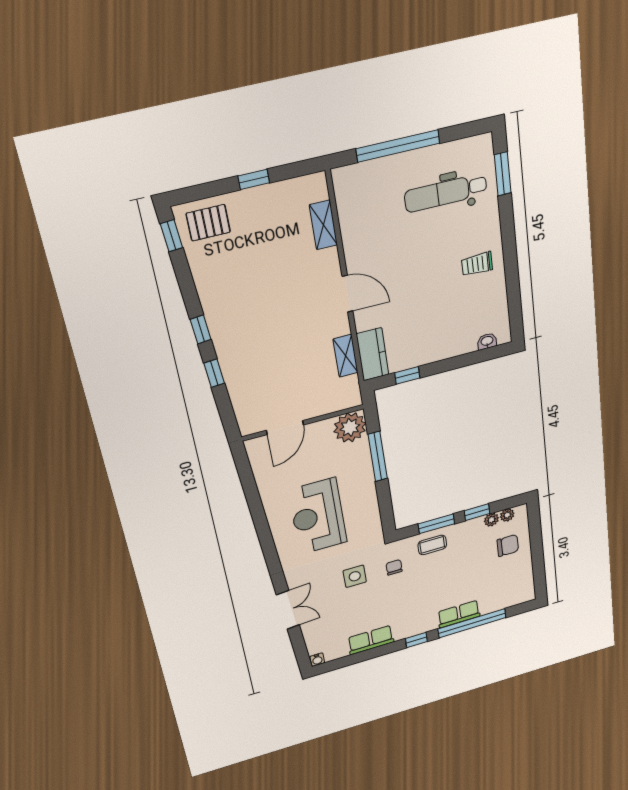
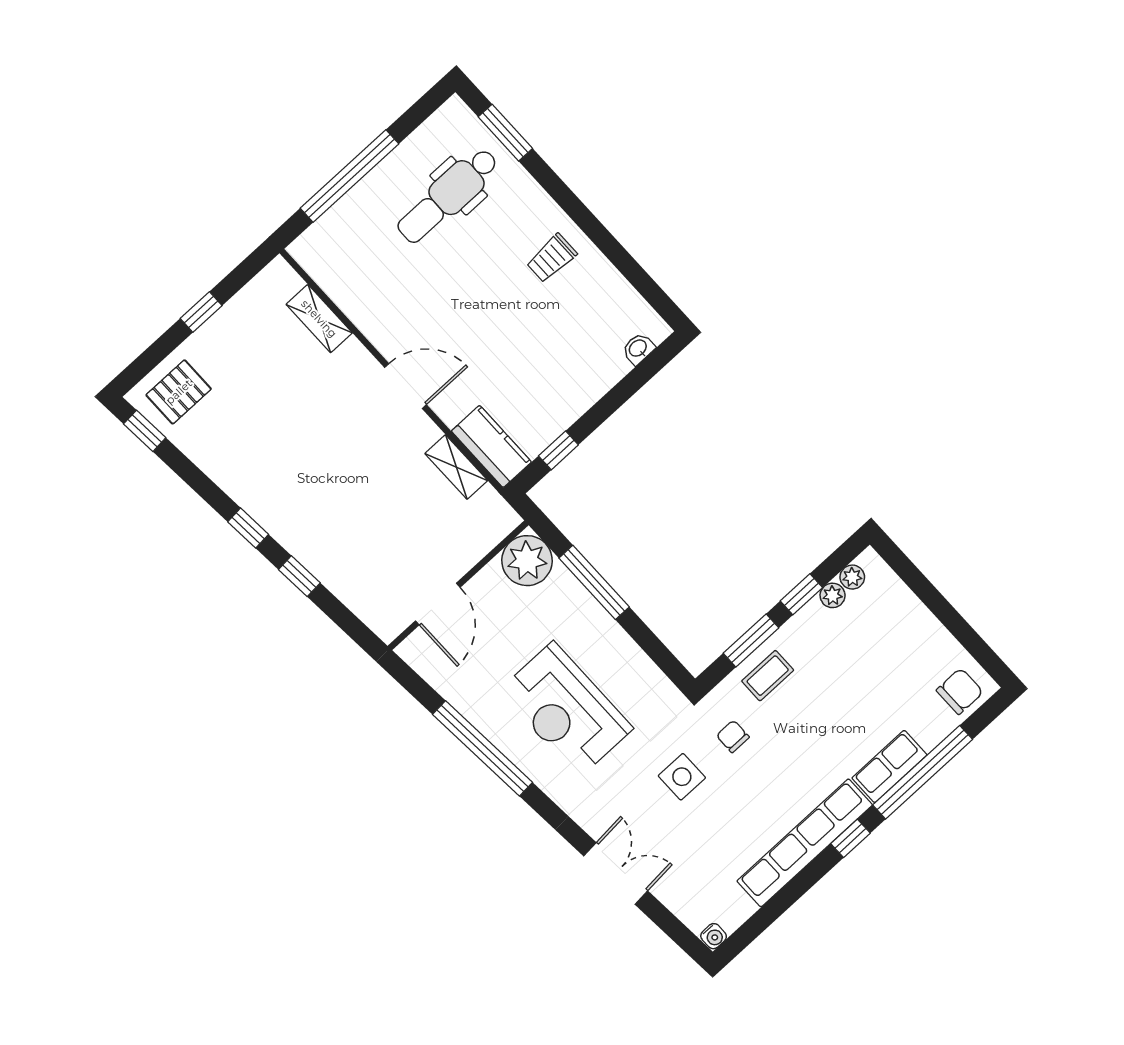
window: (259, 517) -> (483, 748), added
chair: (508, 545) -> (960, 691), moved
row of seats: (371, 640) -> (805, 843), width x2.02

